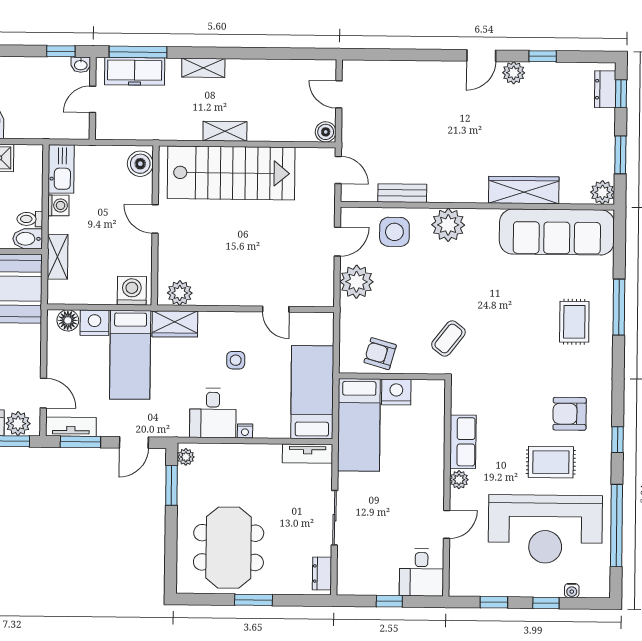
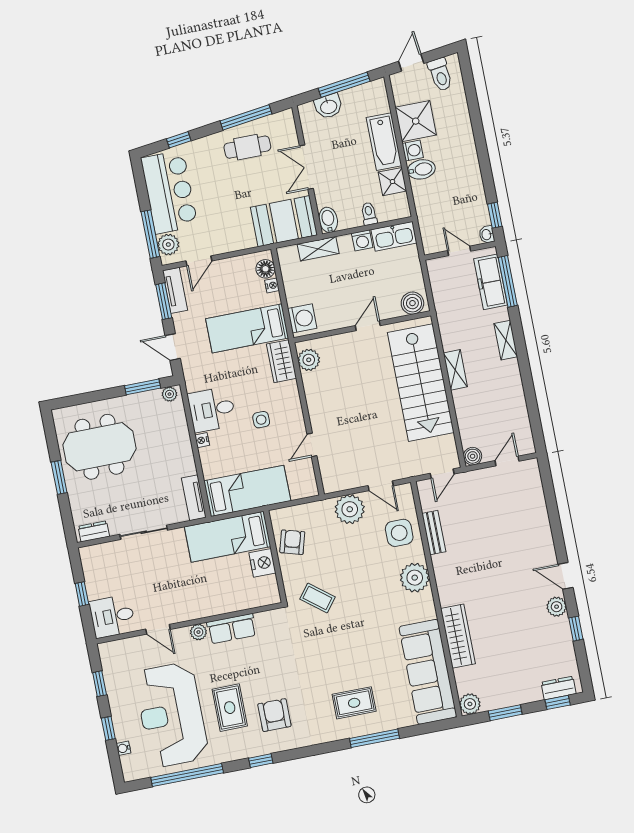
toilet: (30, 219) -> (369, 214), moved
nightstand: (95, 323) -> (272, 285), width x0.53, depth x0.56

